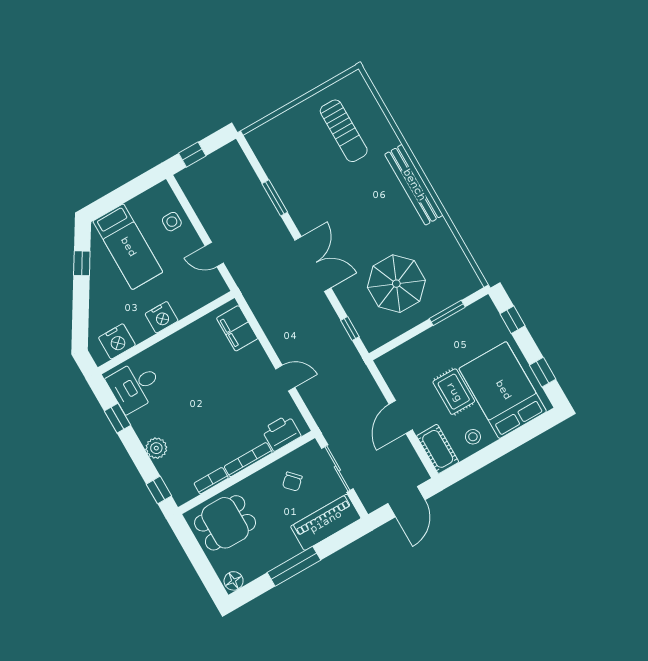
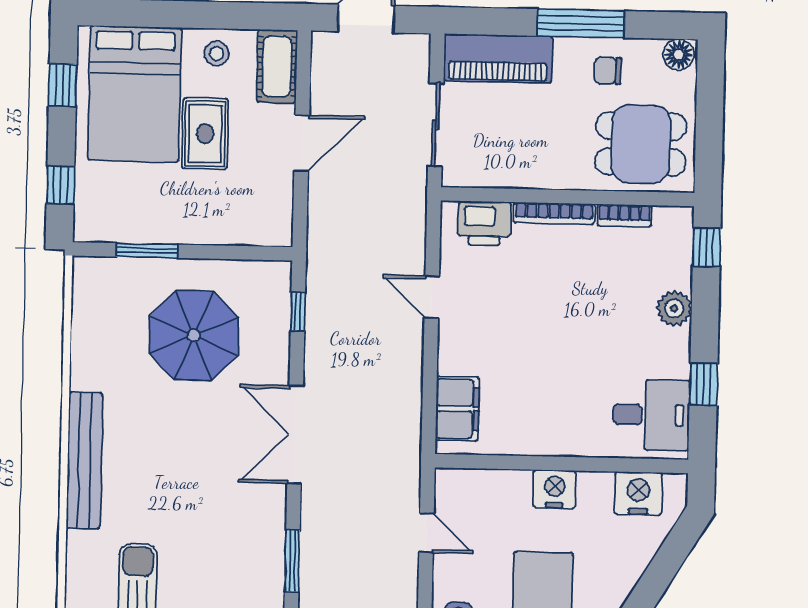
chair: (292, 482) -> (608, 71), moved, turned -137

